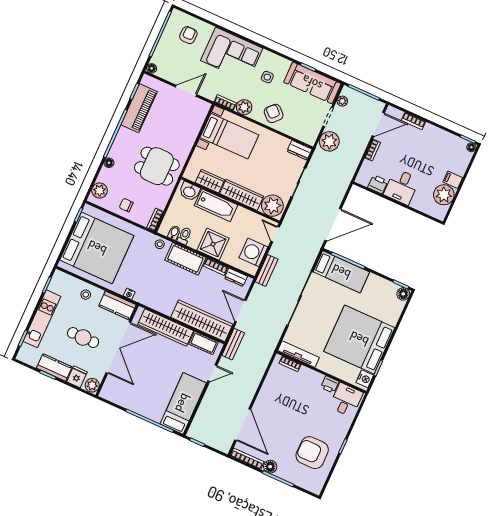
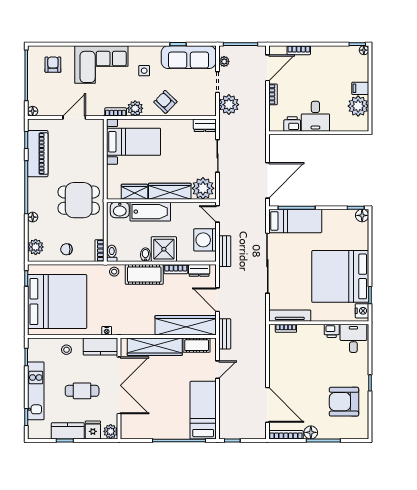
bidet: (174, 233) -> (145, 255), moved
toilet: (184, 236) -> (112, 253), moved

